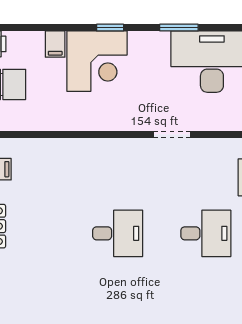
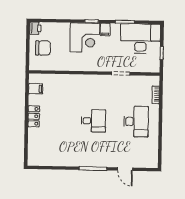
filing cabinet: (55, 44) -> (105, 30), moved
desk: (206, 233) -> (136, 122), width x1.37

